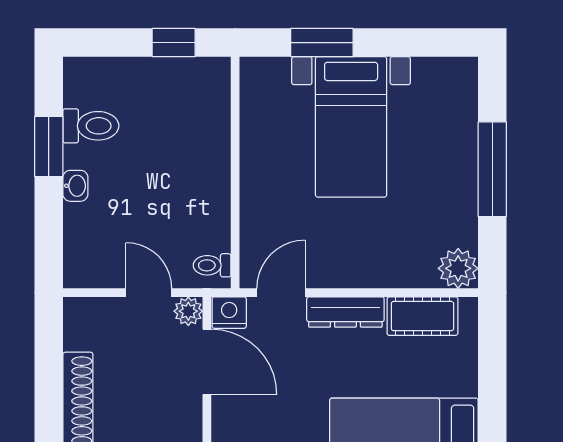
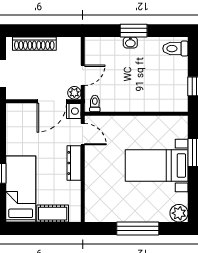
toilet: (91, 126) -> (175, 49), moved, turned 90
window: (49, 146) -> (134, 31), moved
plant: (458, 268) -> (179, 213), moved
cot: (422, 316) -> (53, 214), moved, turned 90

